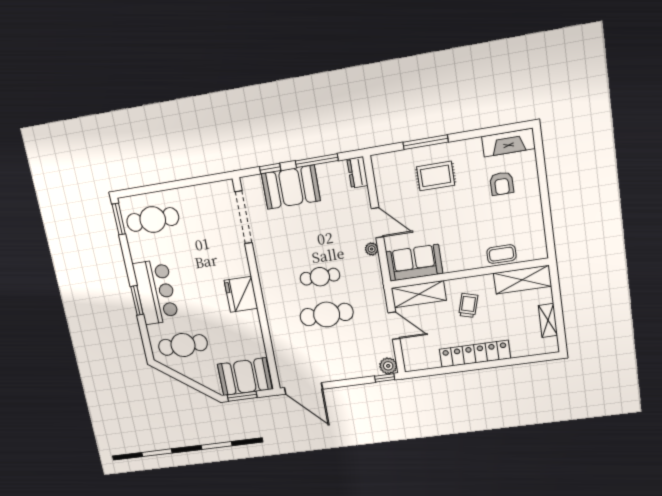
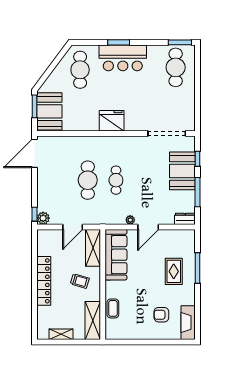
sofa: (414, 263) -> (116, 255), width x1.36

